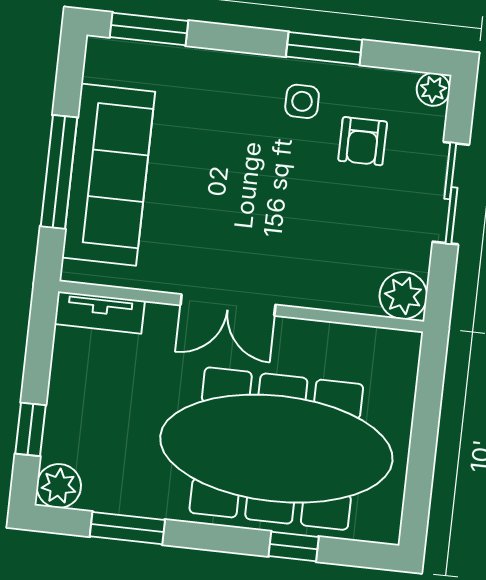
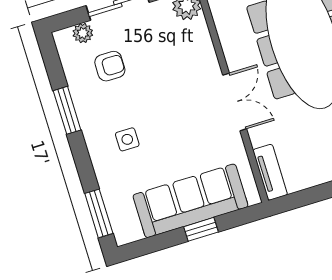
plant: (433, 89) -> (83, 33), moved
side table: (302, 101) -> (127, 139), moved
window: (59, 172) -> (201, 229), width x0.46

